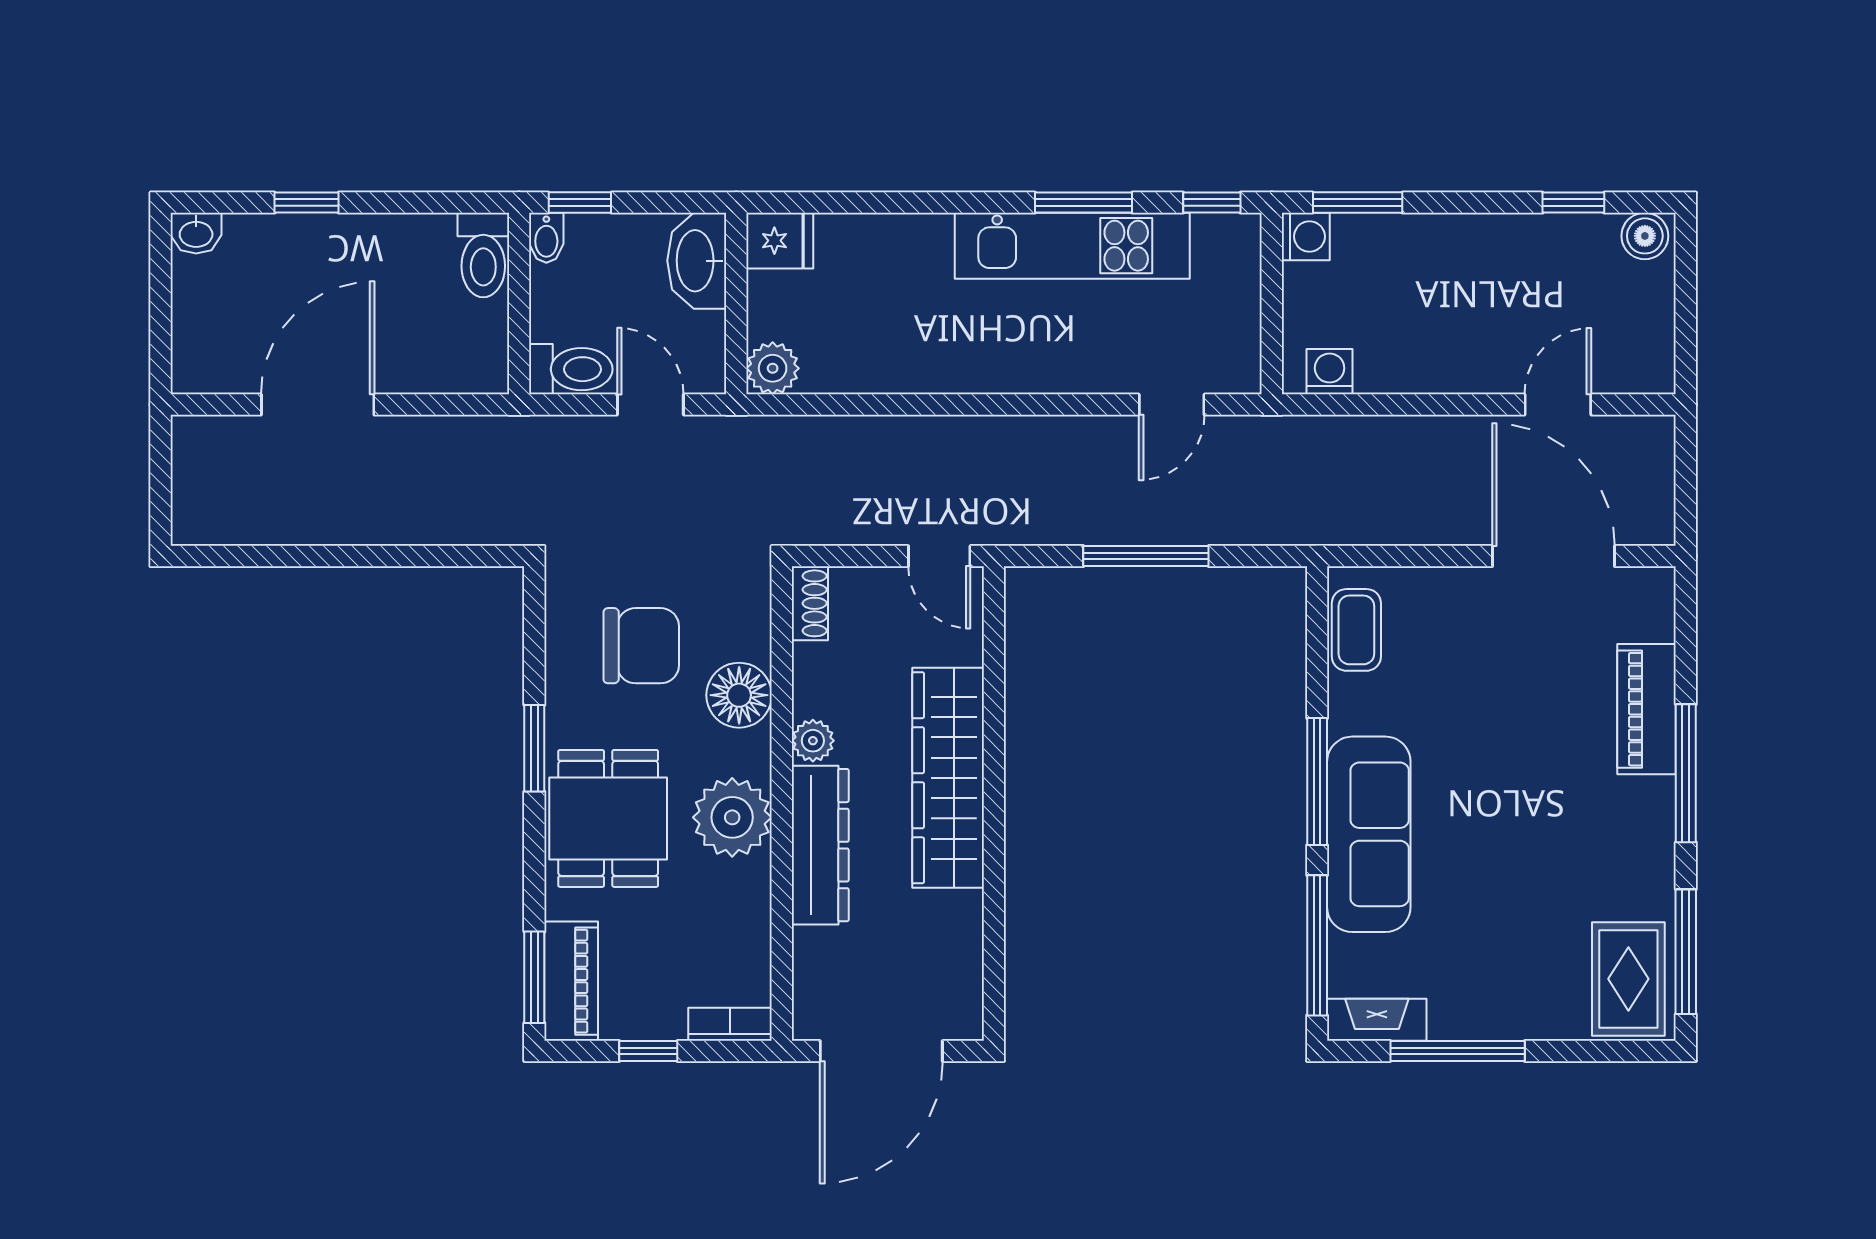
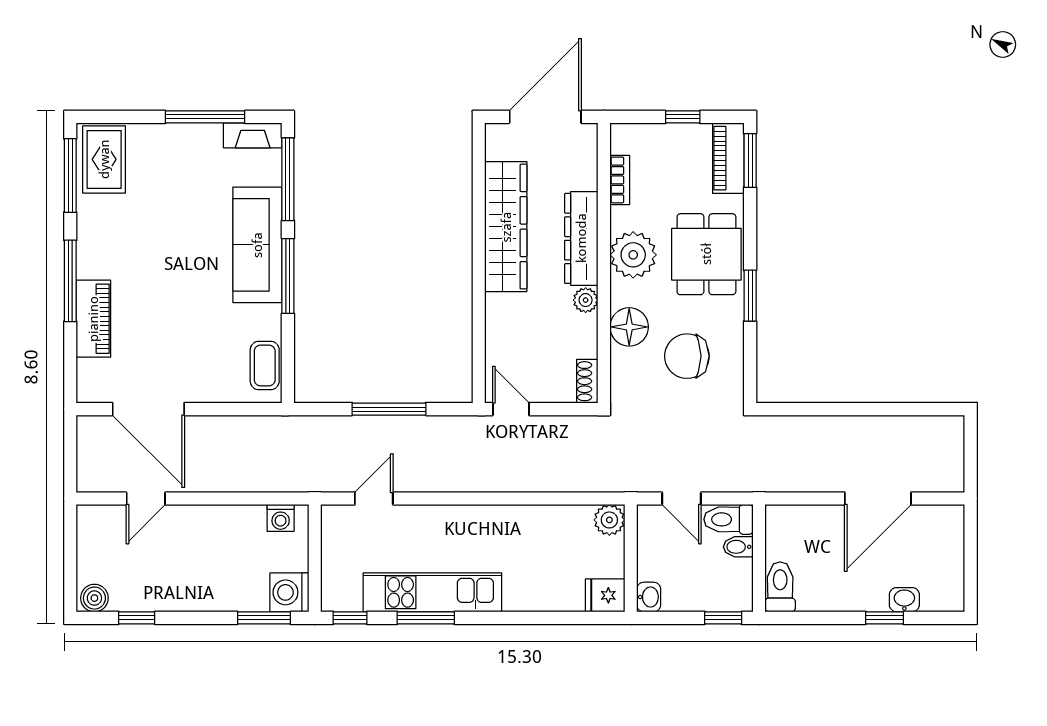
washbasin: (196, 233) -> (904, 600), moved
washing machine: (1306, 237) -> (289, 592), width x1.38, depth x1.38
bidet: (546, 238) -> (738, 547), moved, turned -90
washbasin: (697, 261) -> (649, 597), width x0.52, depth x0.69
wardrobe: (948, 778) -> (506, 227), moved
bookcase: (730, 1024) -> (620, 180), moved, turned -90

